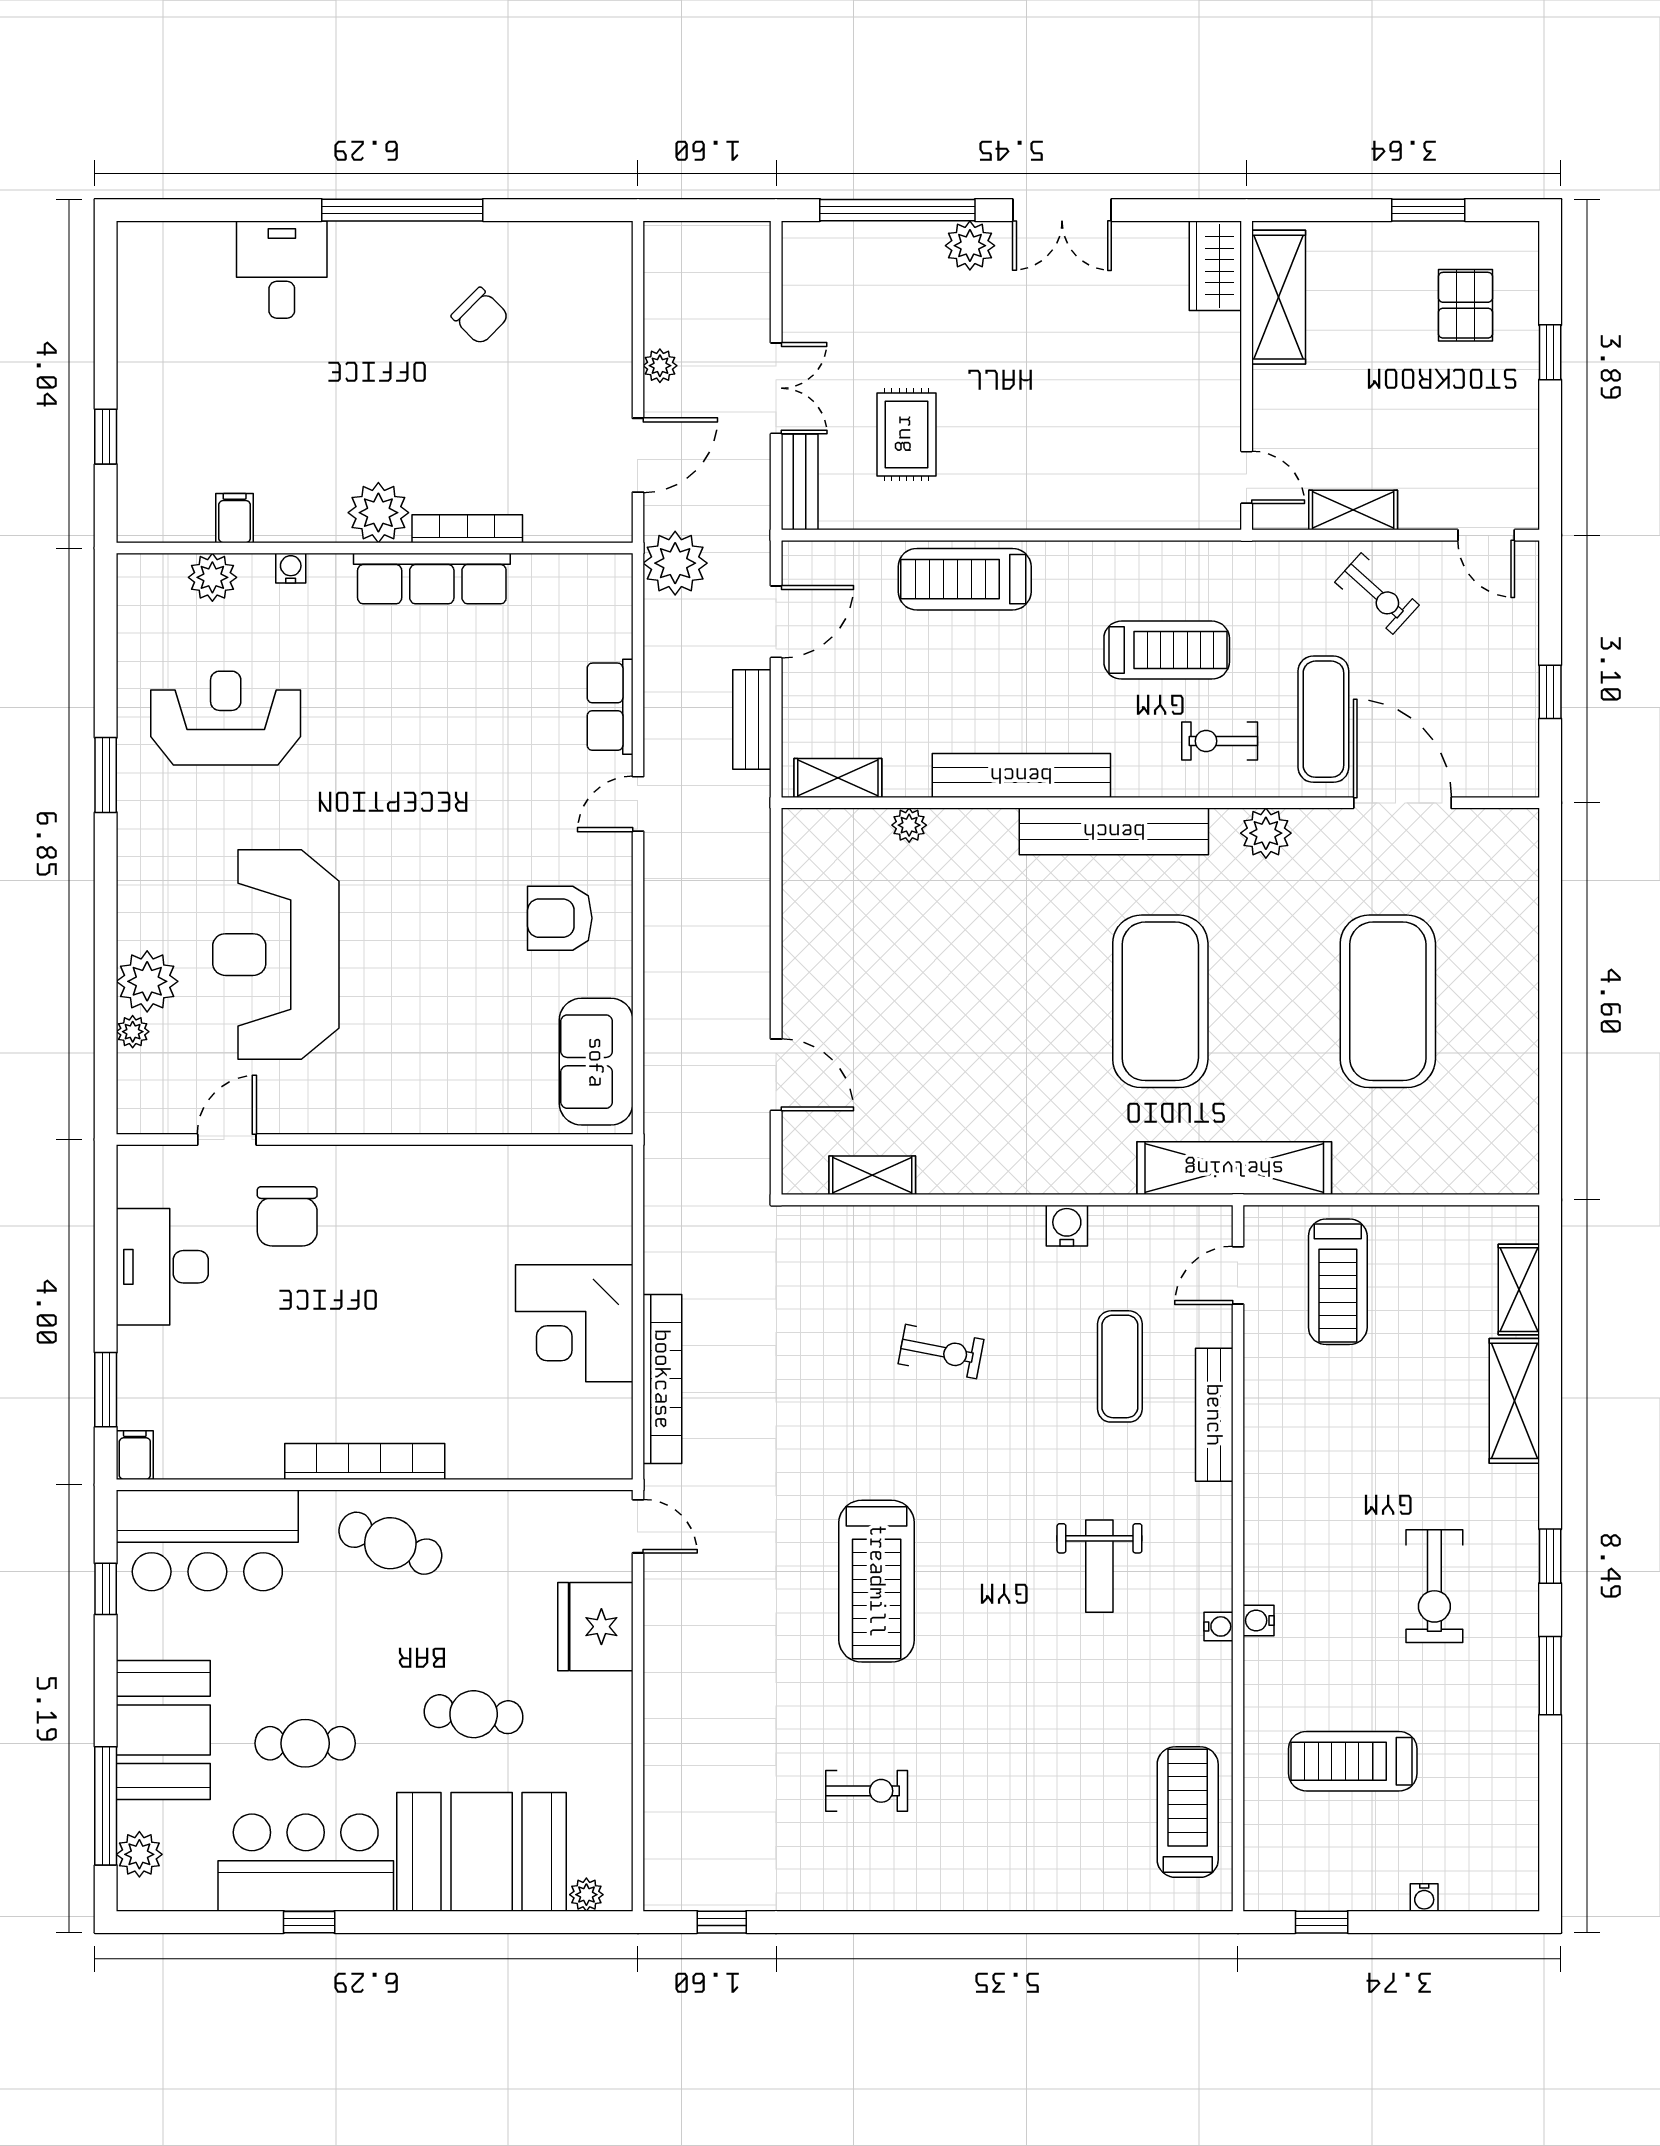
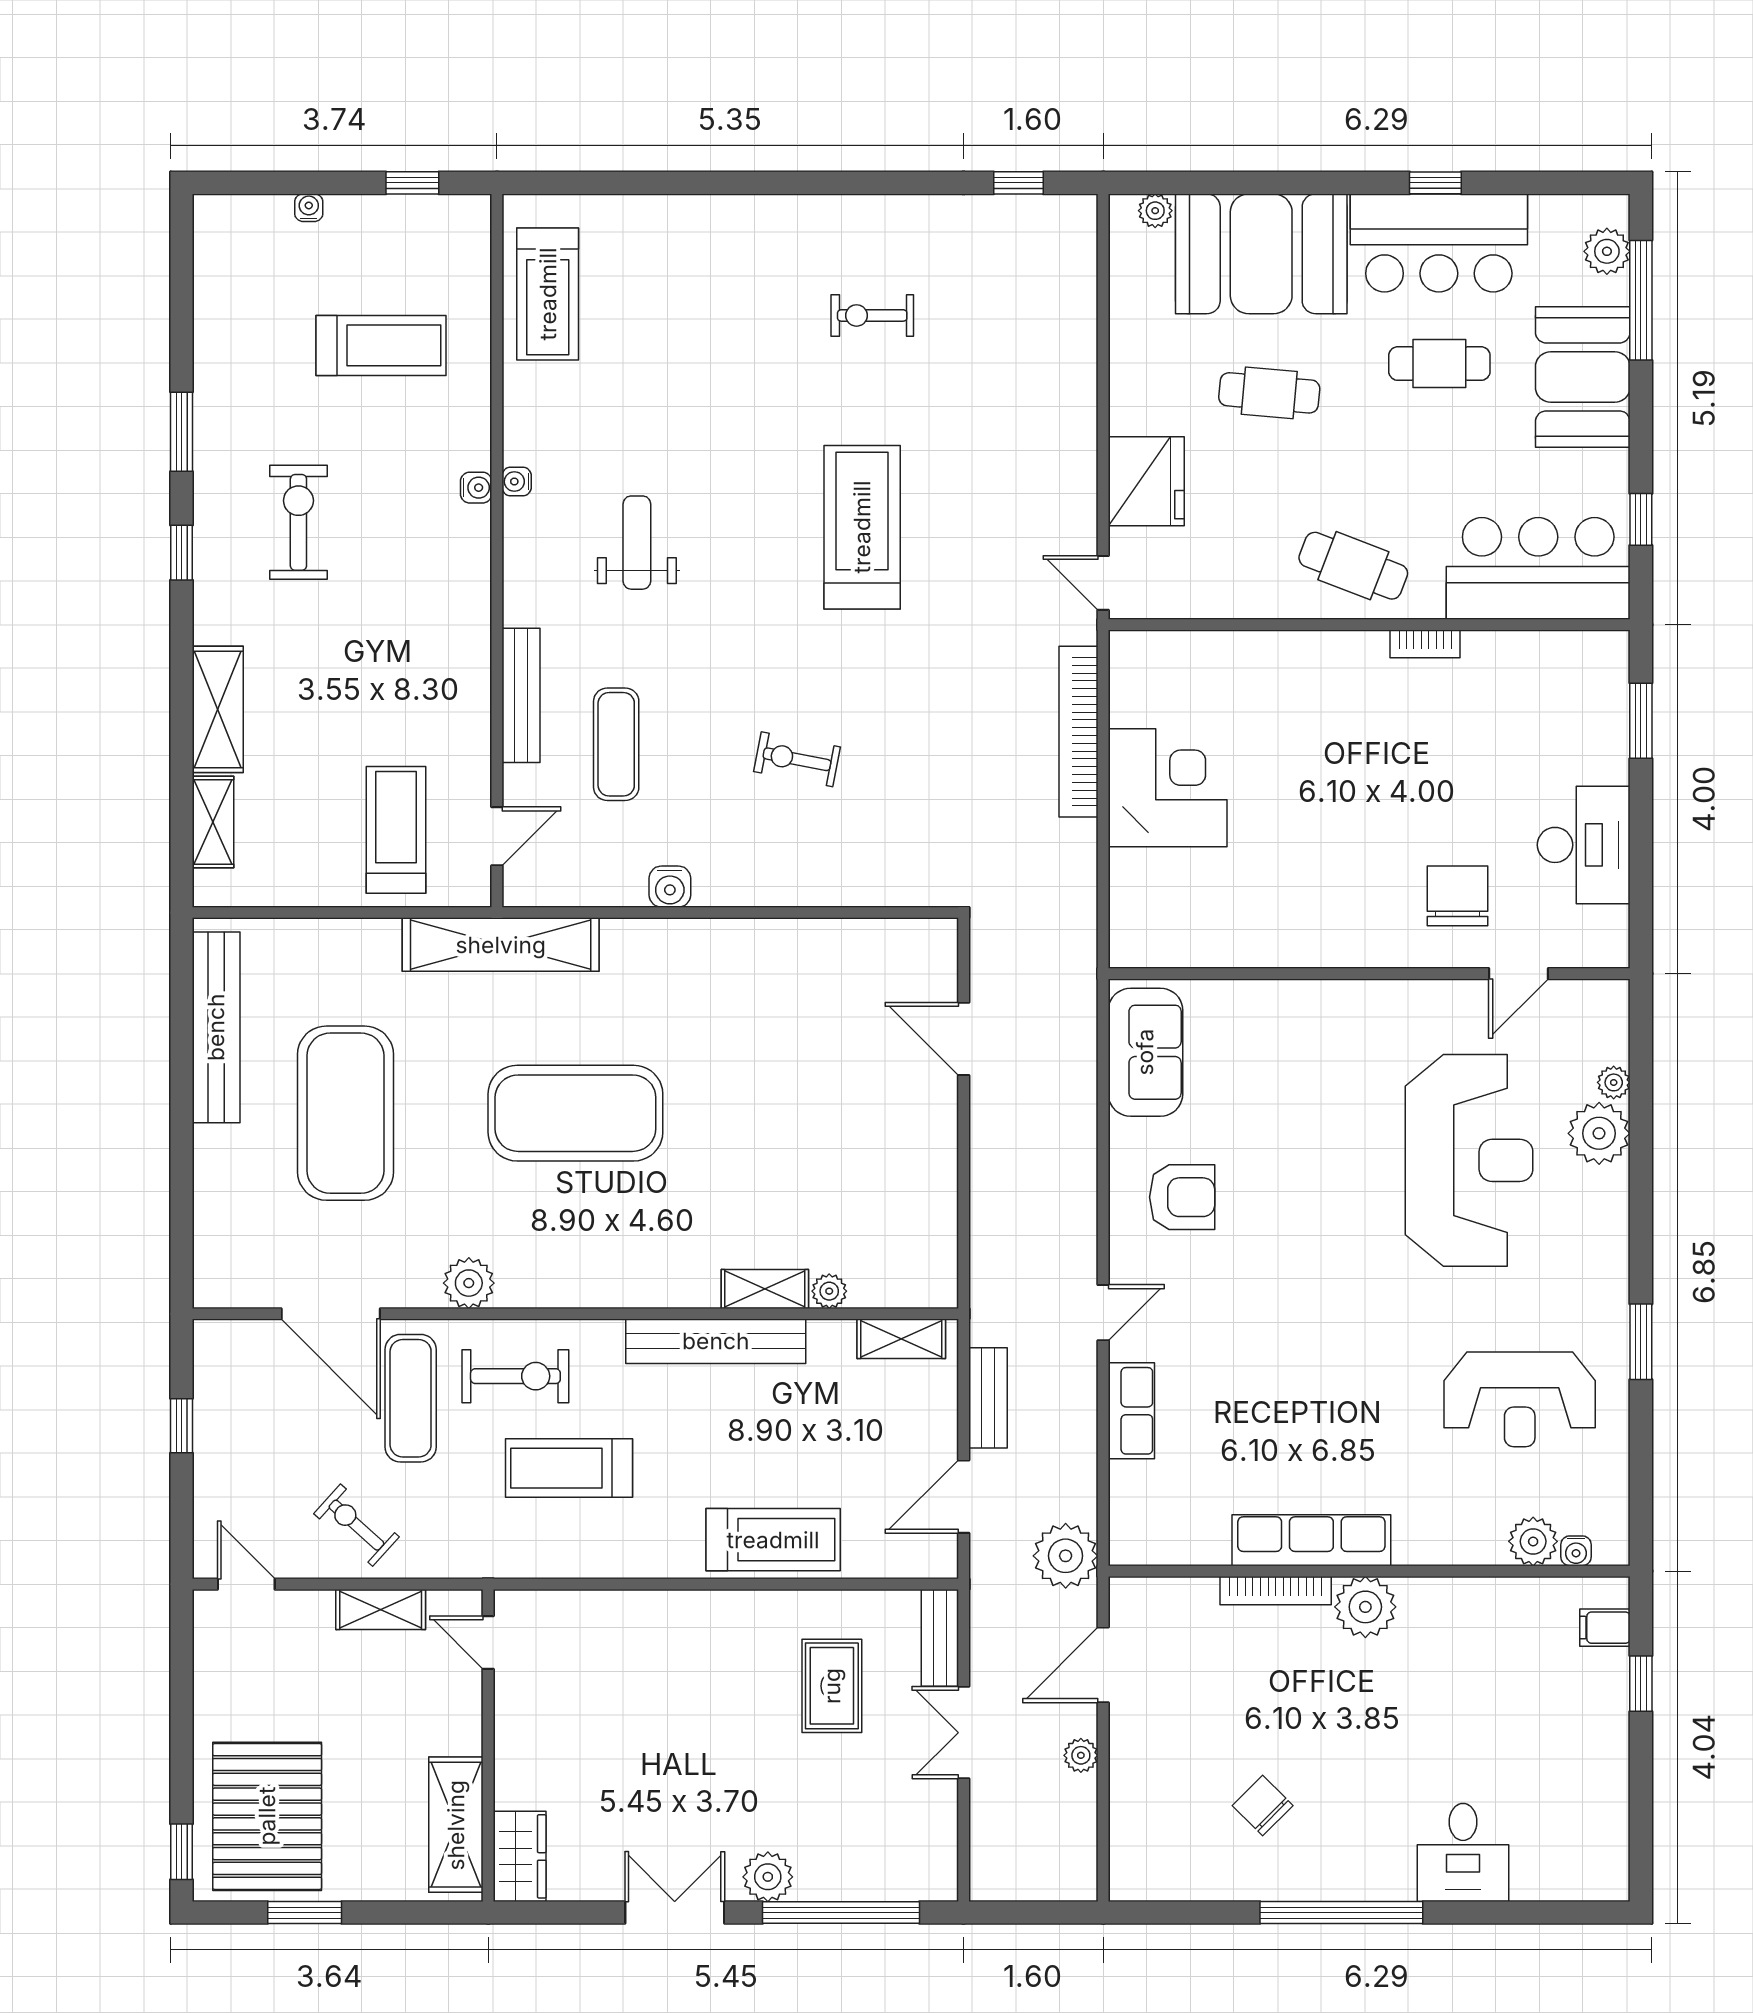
pallet: (1465, 305) -> (267, 1816), width x2.05, depth x2.00
window: (1550, 352) -> (182, 1852), moved
filing cabinet: (235, 518) -> (1605, 1628), moved, turned 90
water cooler: (291, 568) -> (1576, 1551), moved
exercise bike: (1220, 741) -> (515, 1376), width x1.38, depth x1.39
bench: (1114, 831) -> (216, 1027), moved, turned 90
exercise mat: (1160, 1001) -> (575, 1113), turned 90
shelving: (872, 1175) -> (765, 1289), moved
filing cabinet: (135, 1455) -> (1611, 655), removed
bookcase: (365, 1461) -> (1425, 644), width x0.43, depth x0.76

